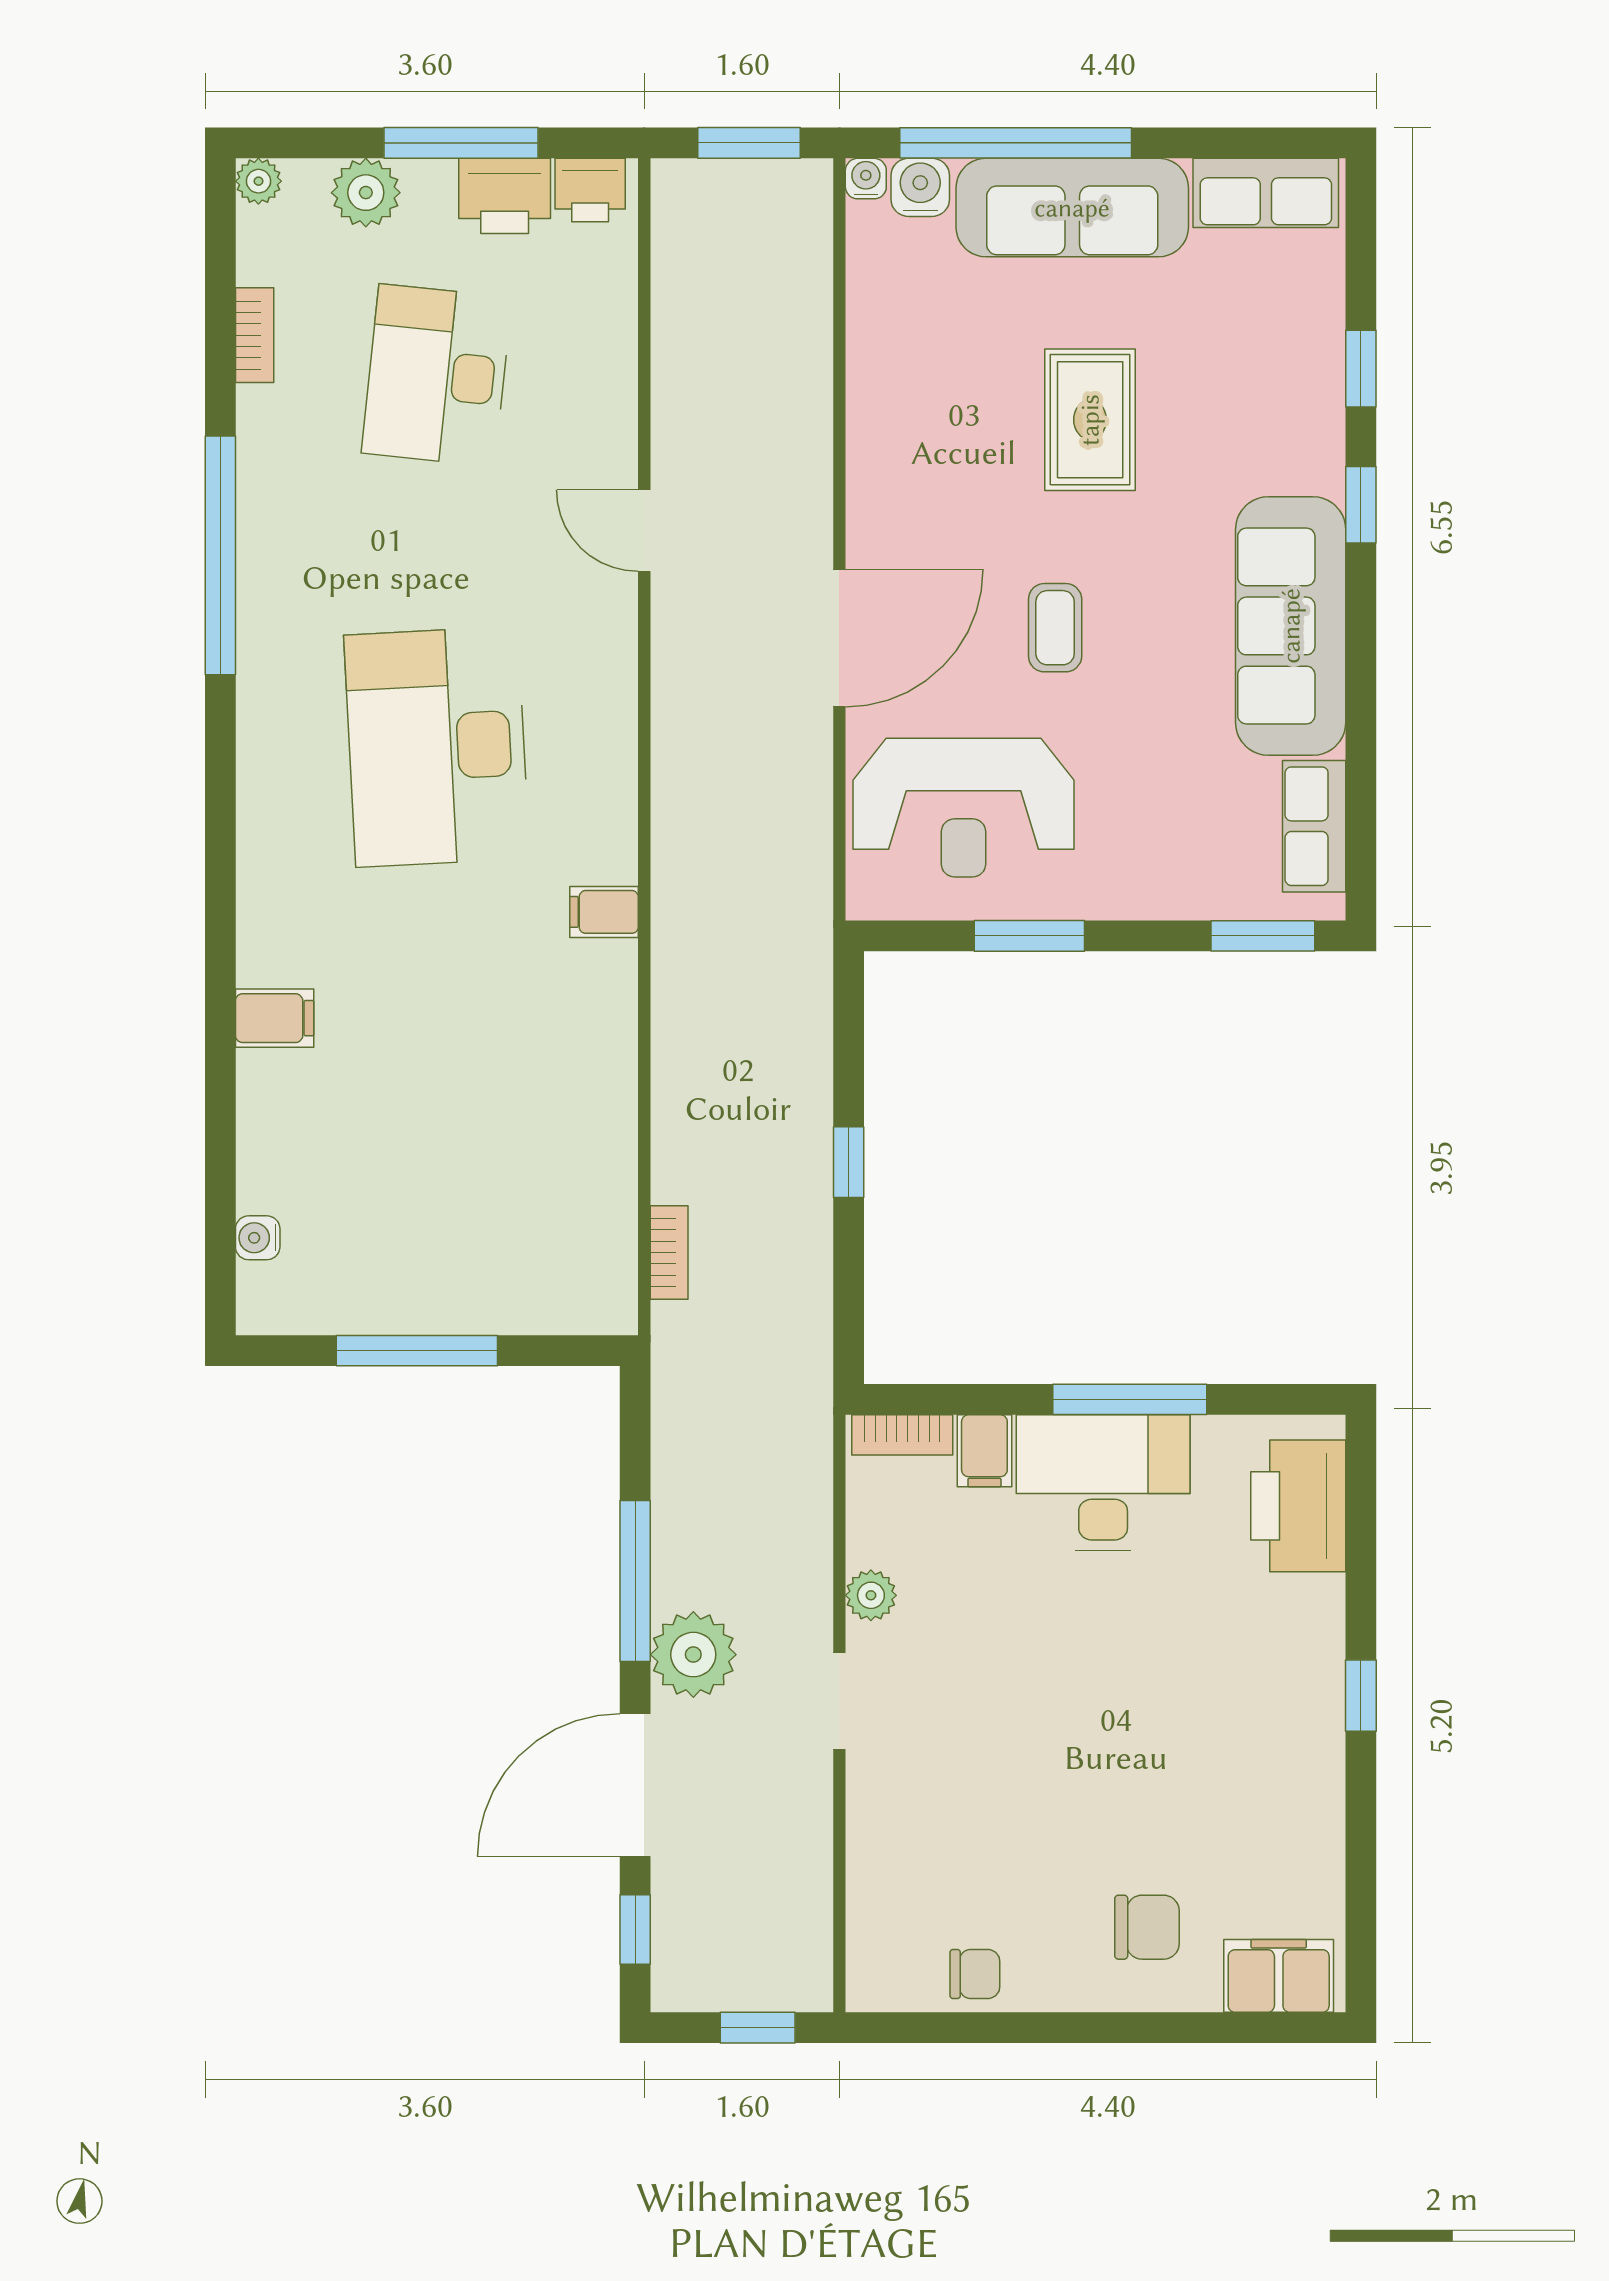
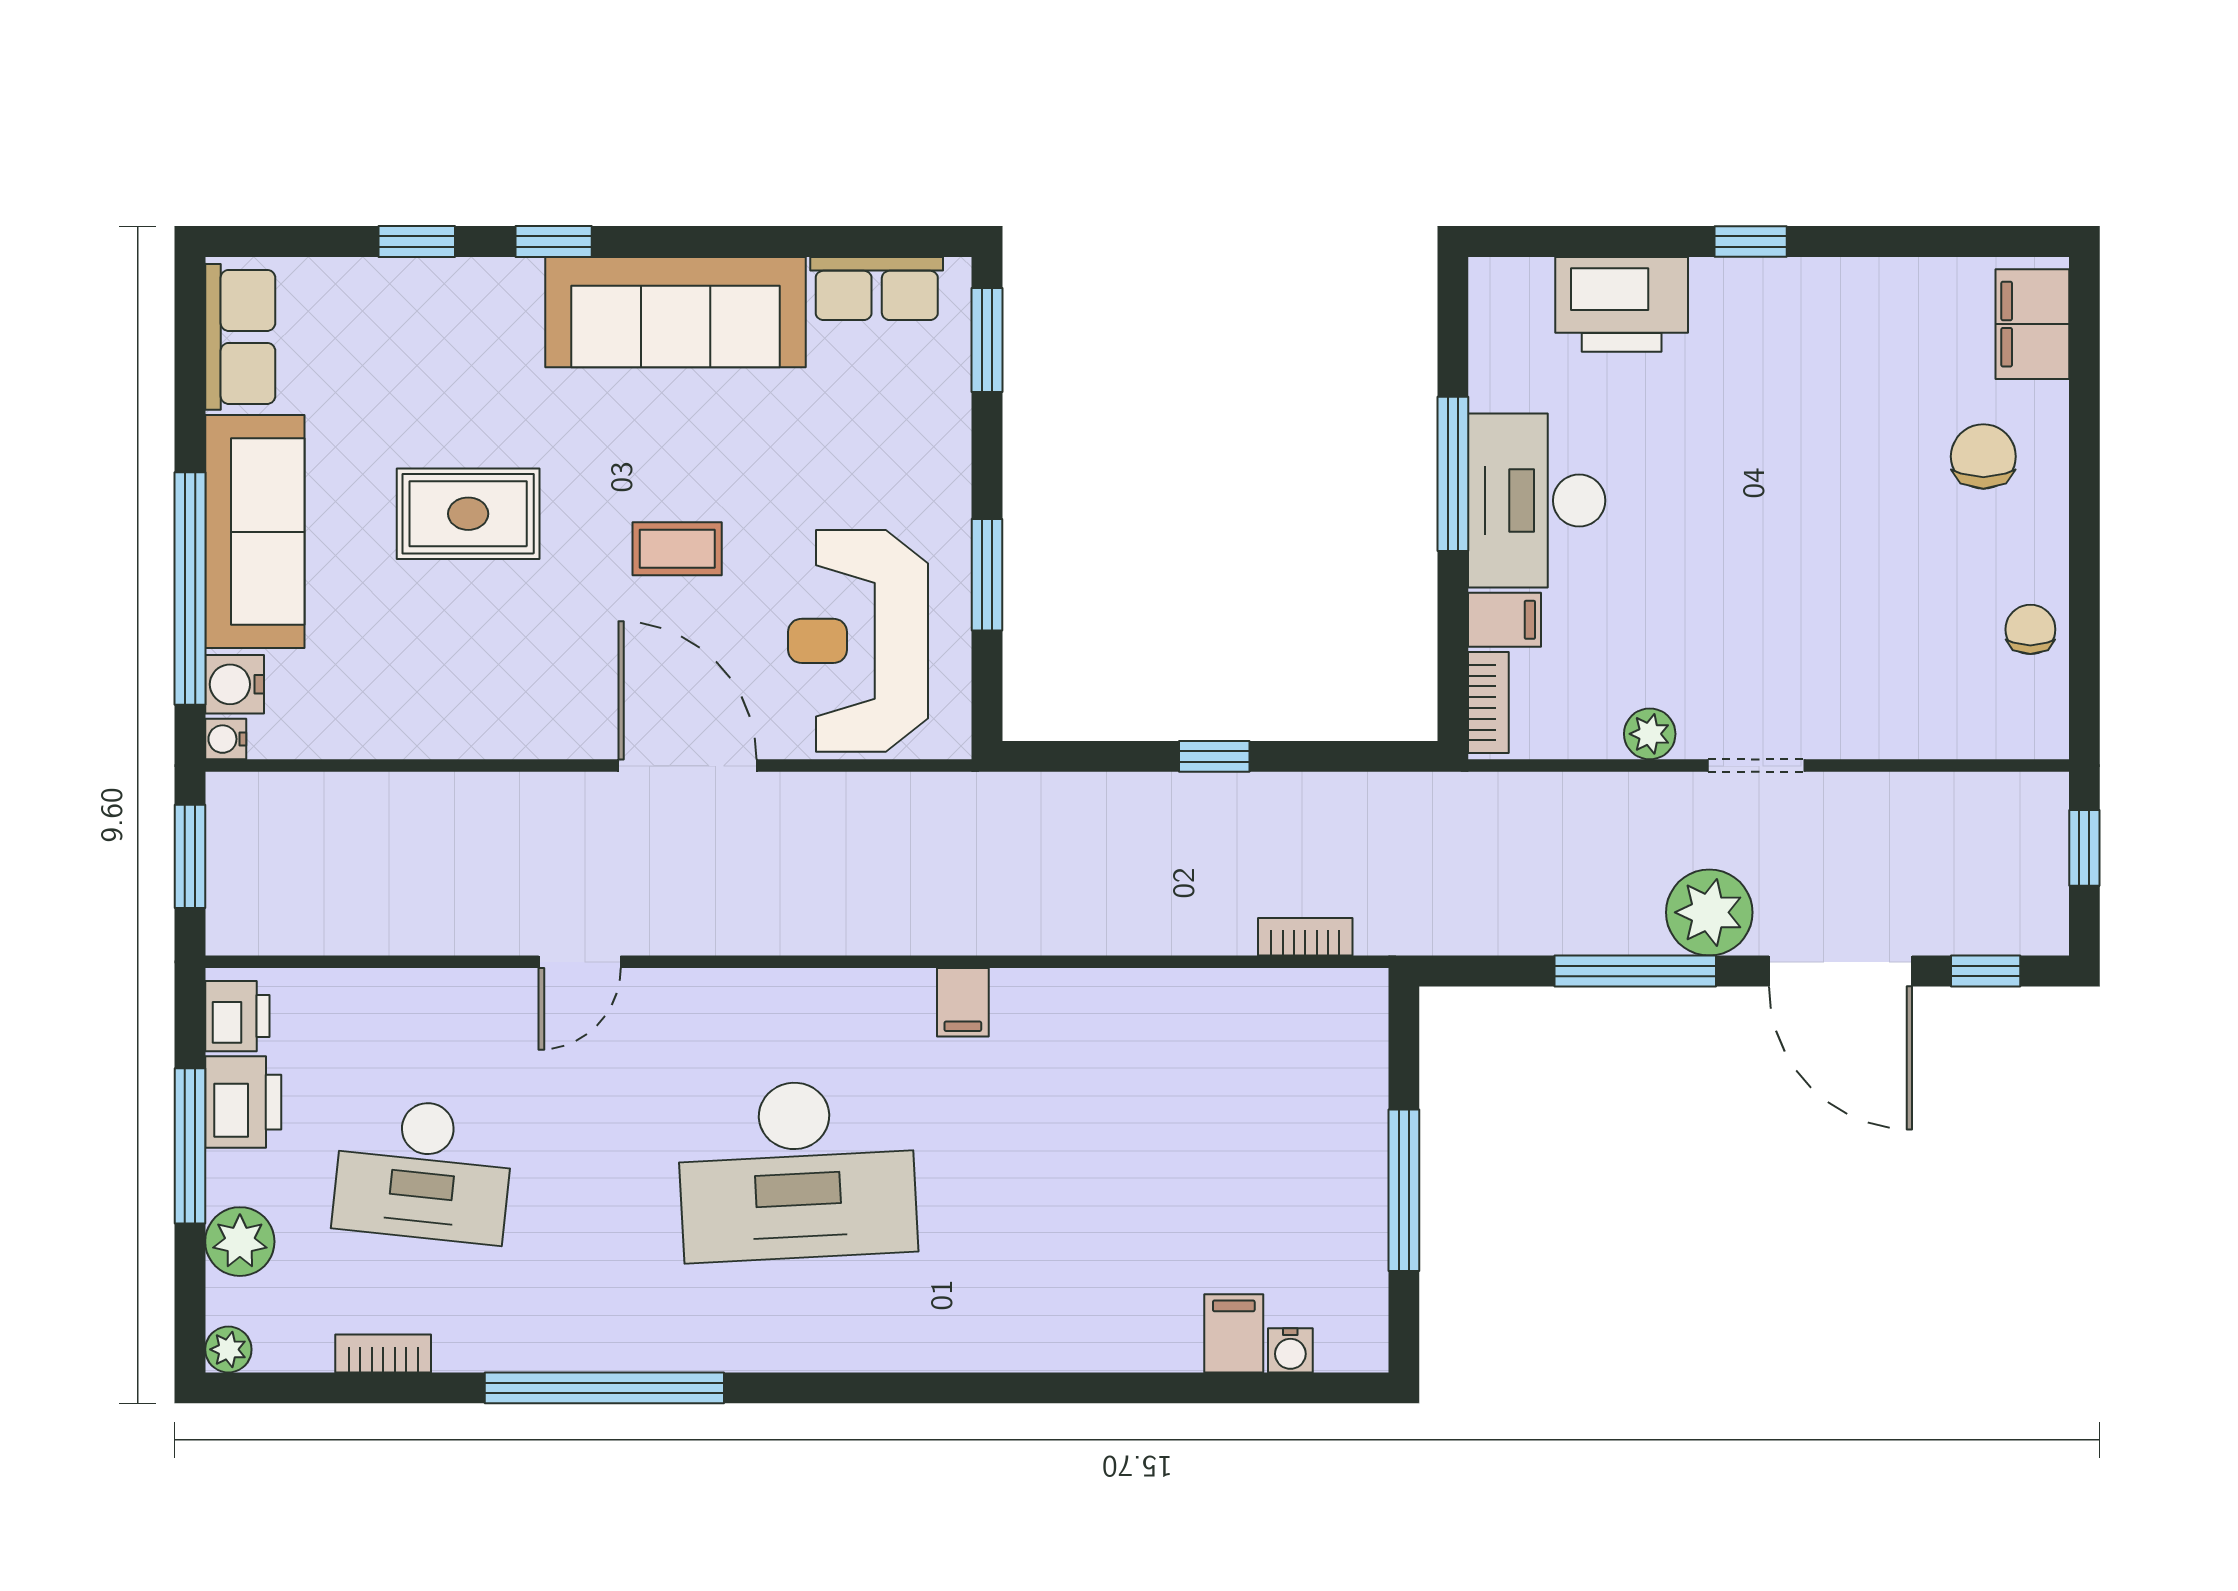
reception desk: (964, 808) -> (858, 641), turned 180
filing cabinet: (275, 1018) -> (1234, 1333), moved
printer: (1298, 1506) -> (1622, 304), moved

